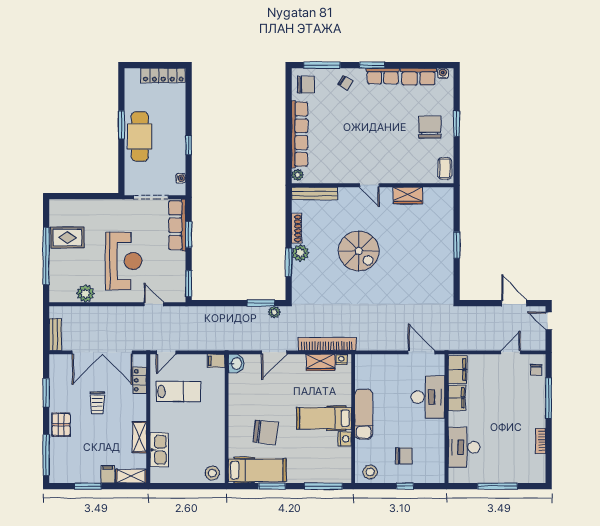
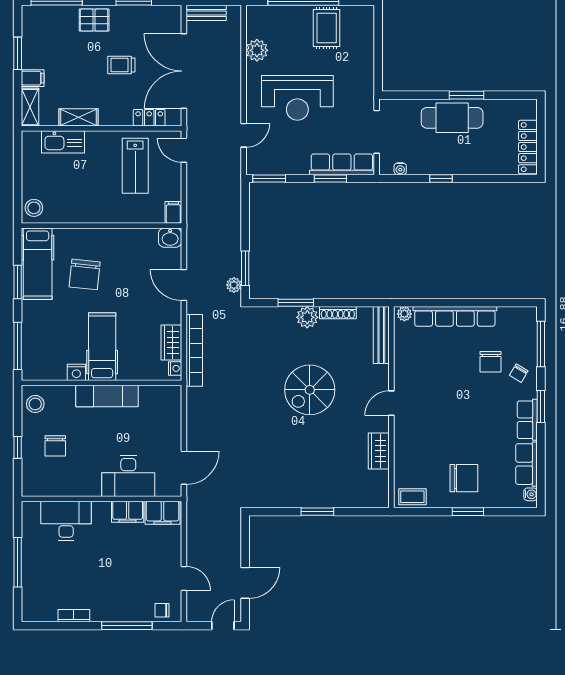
chair: (306, 85) -> (490, 362), moved

